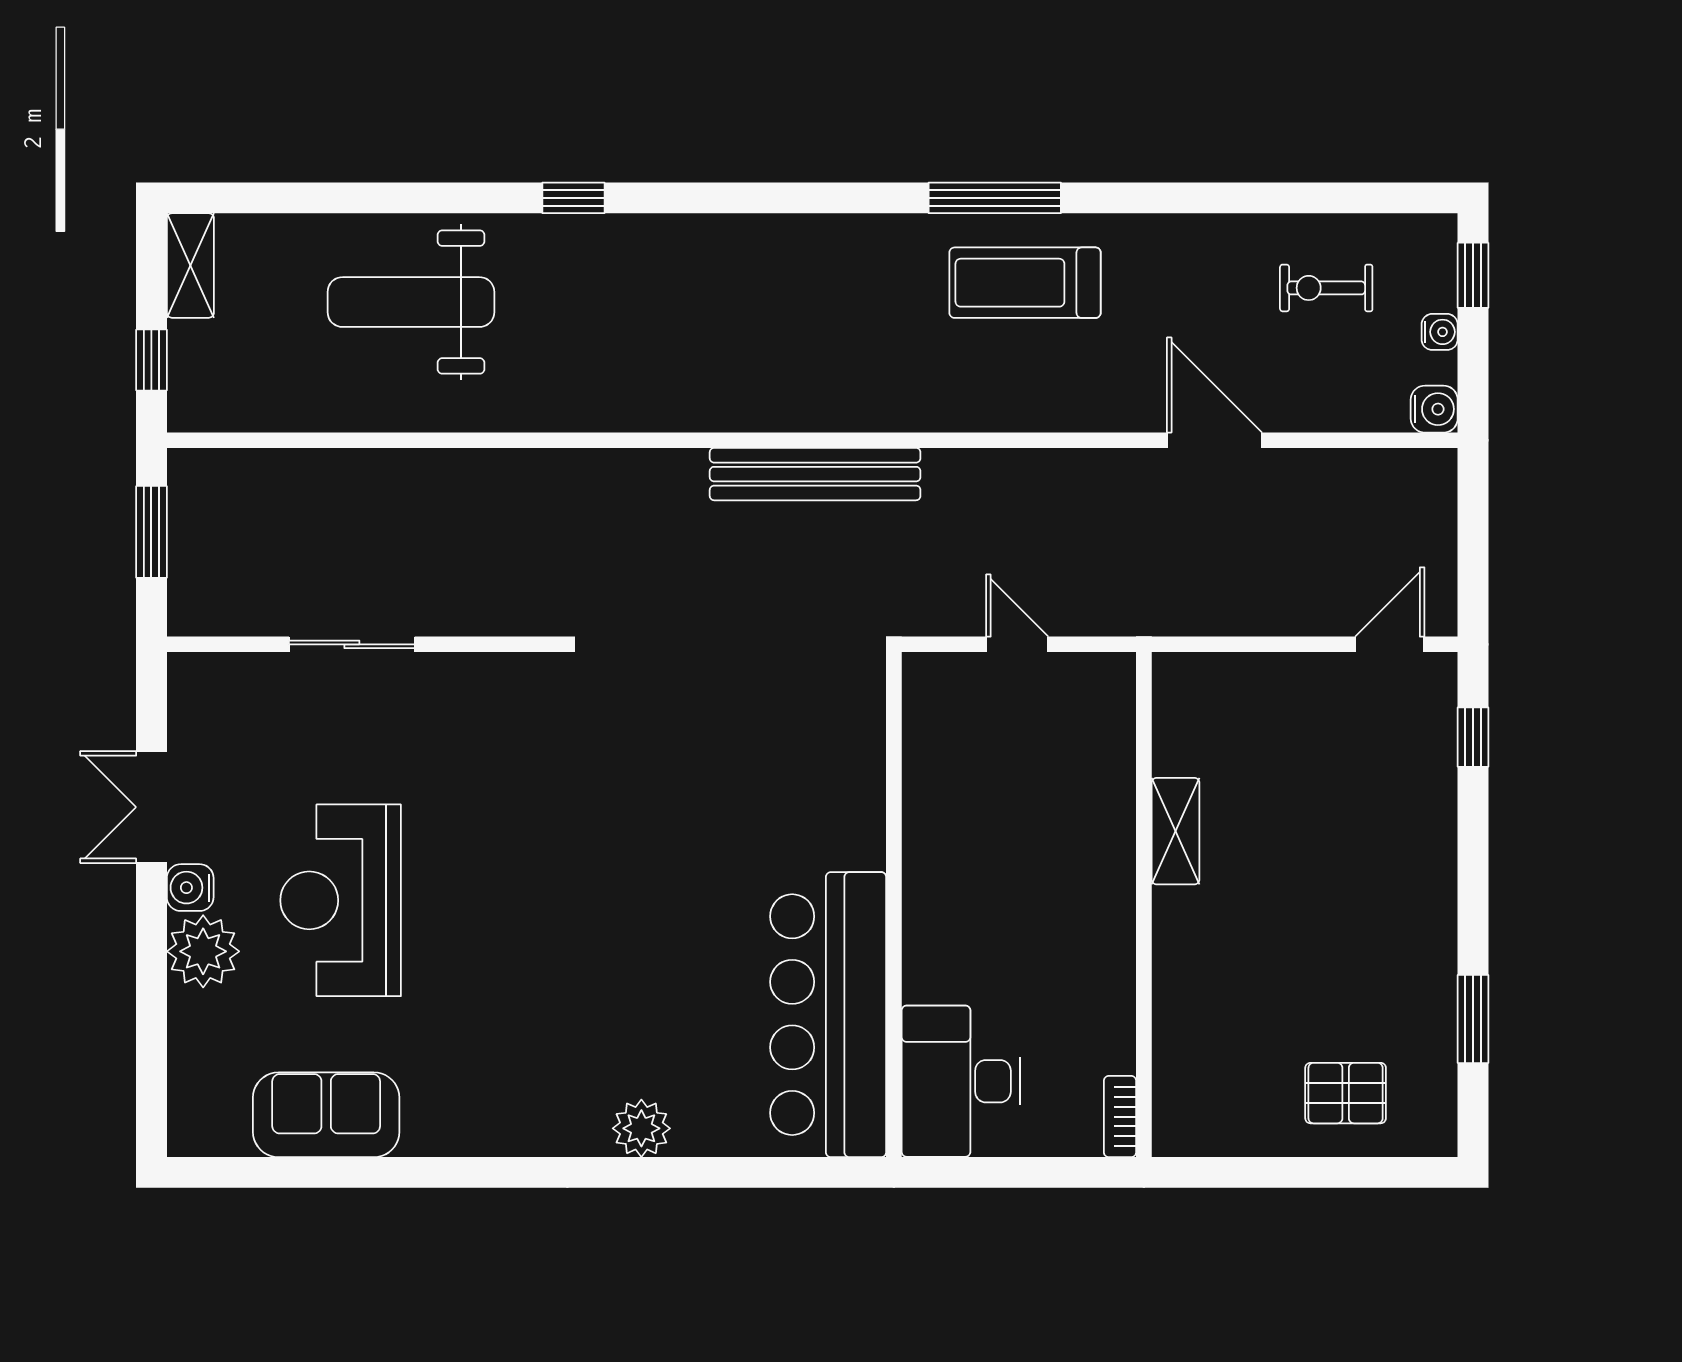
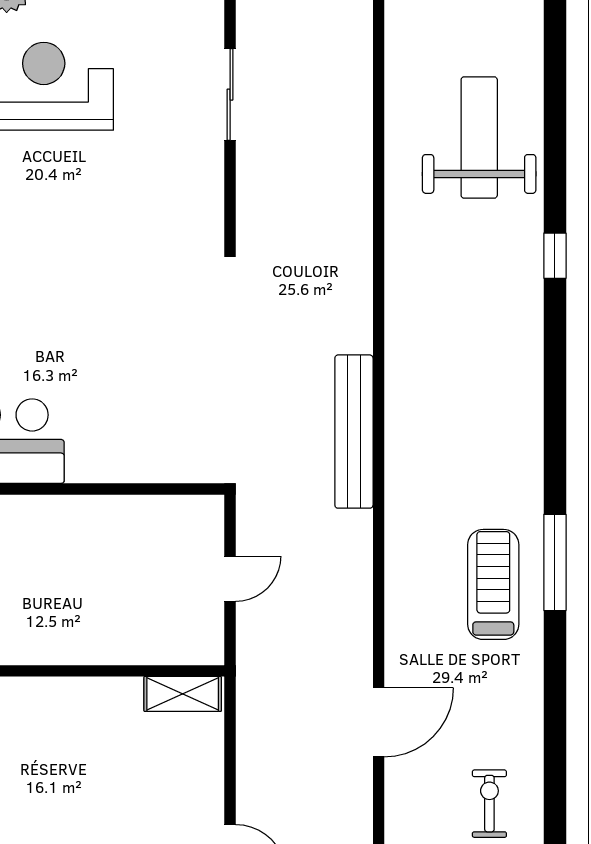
shelving: (1176, 831) -> (183, 694), moved

